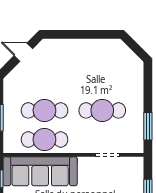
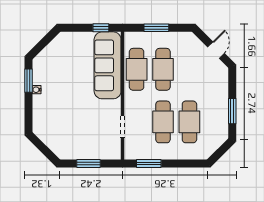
window: (90, 34) -> (232, 111), added
cafe table: (102, 81) -> (189, 122), added

